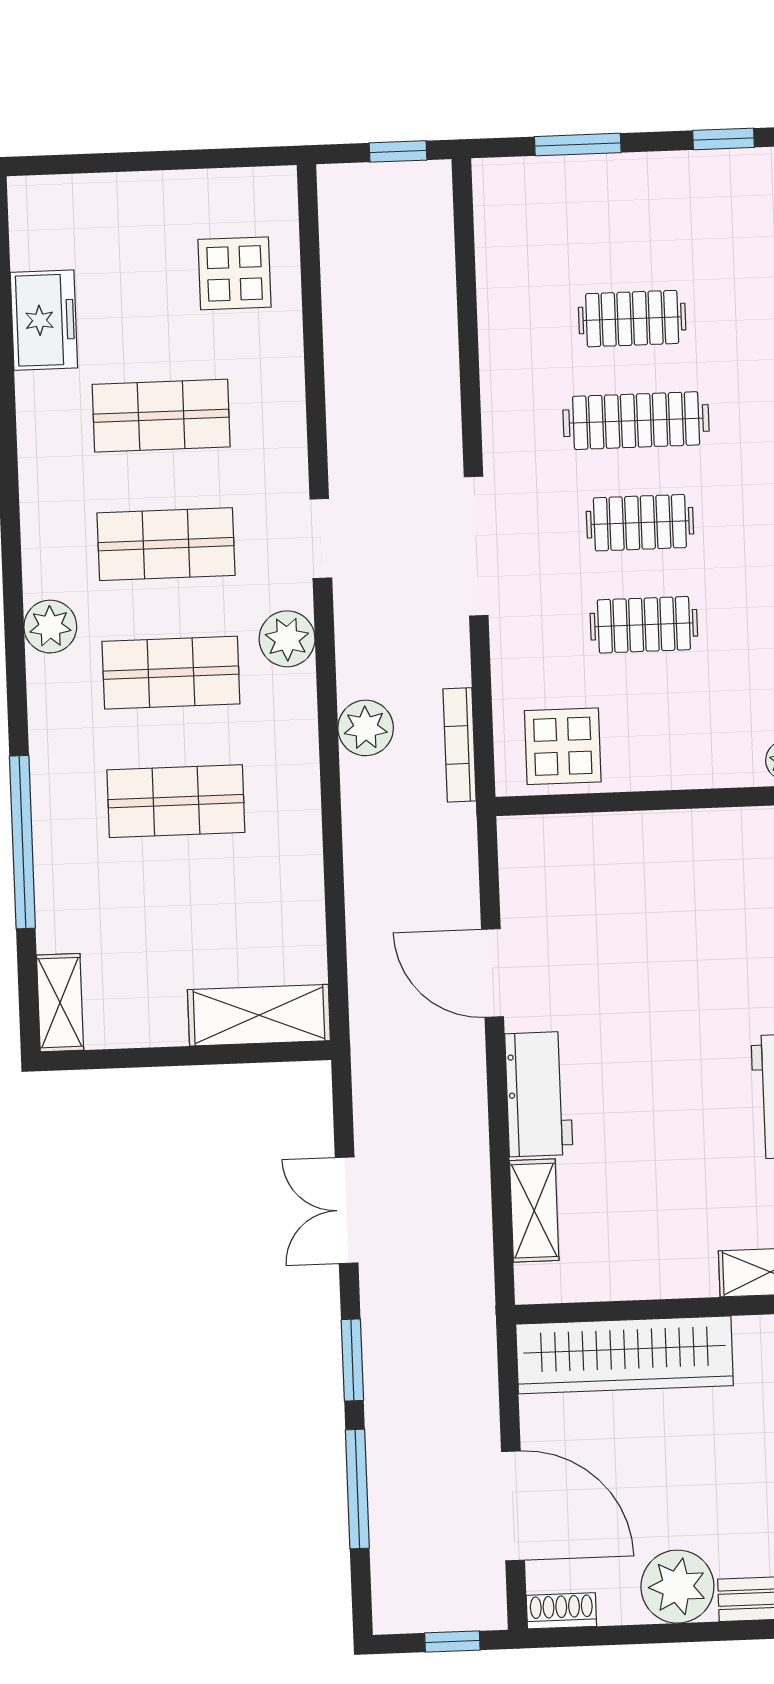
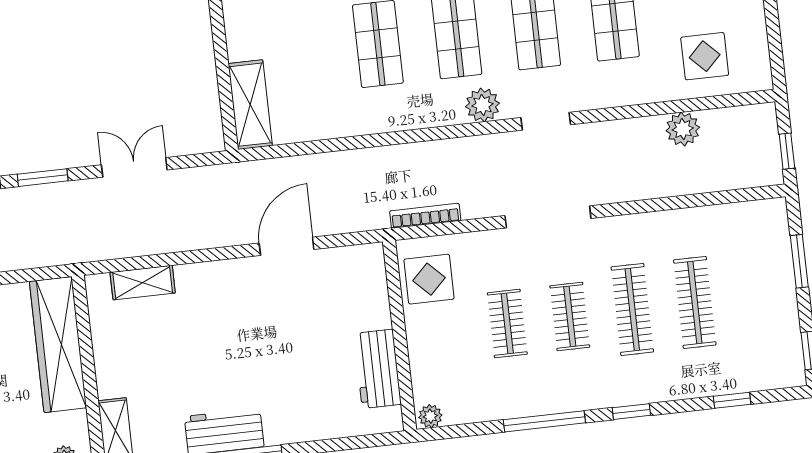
clothes rail: (632, 319) -> (695, 302), width x1.36
plant: (366, 728) -> (683, 129), moved
workbench: (539, 1094) -> (378, 369), moved, turned 90

